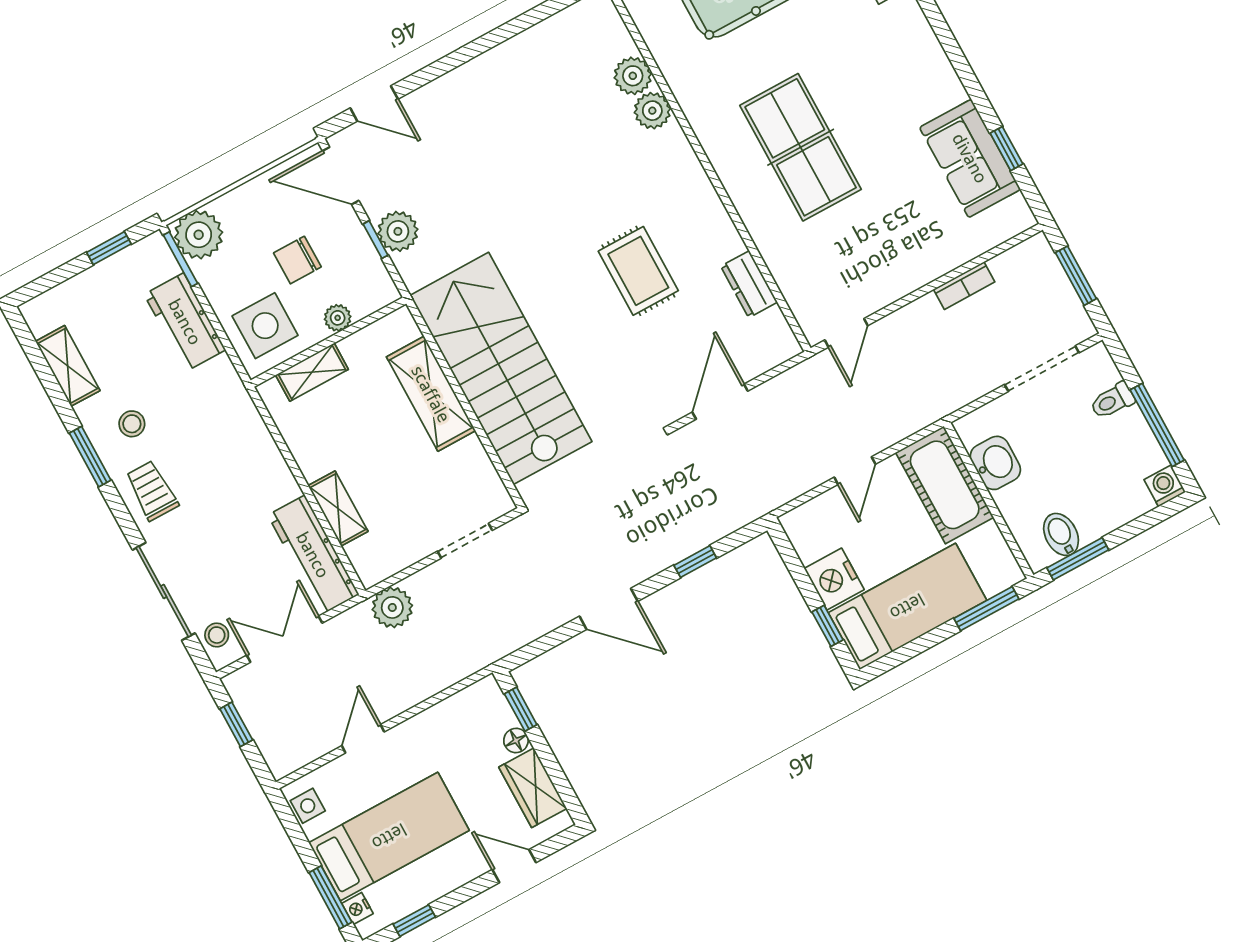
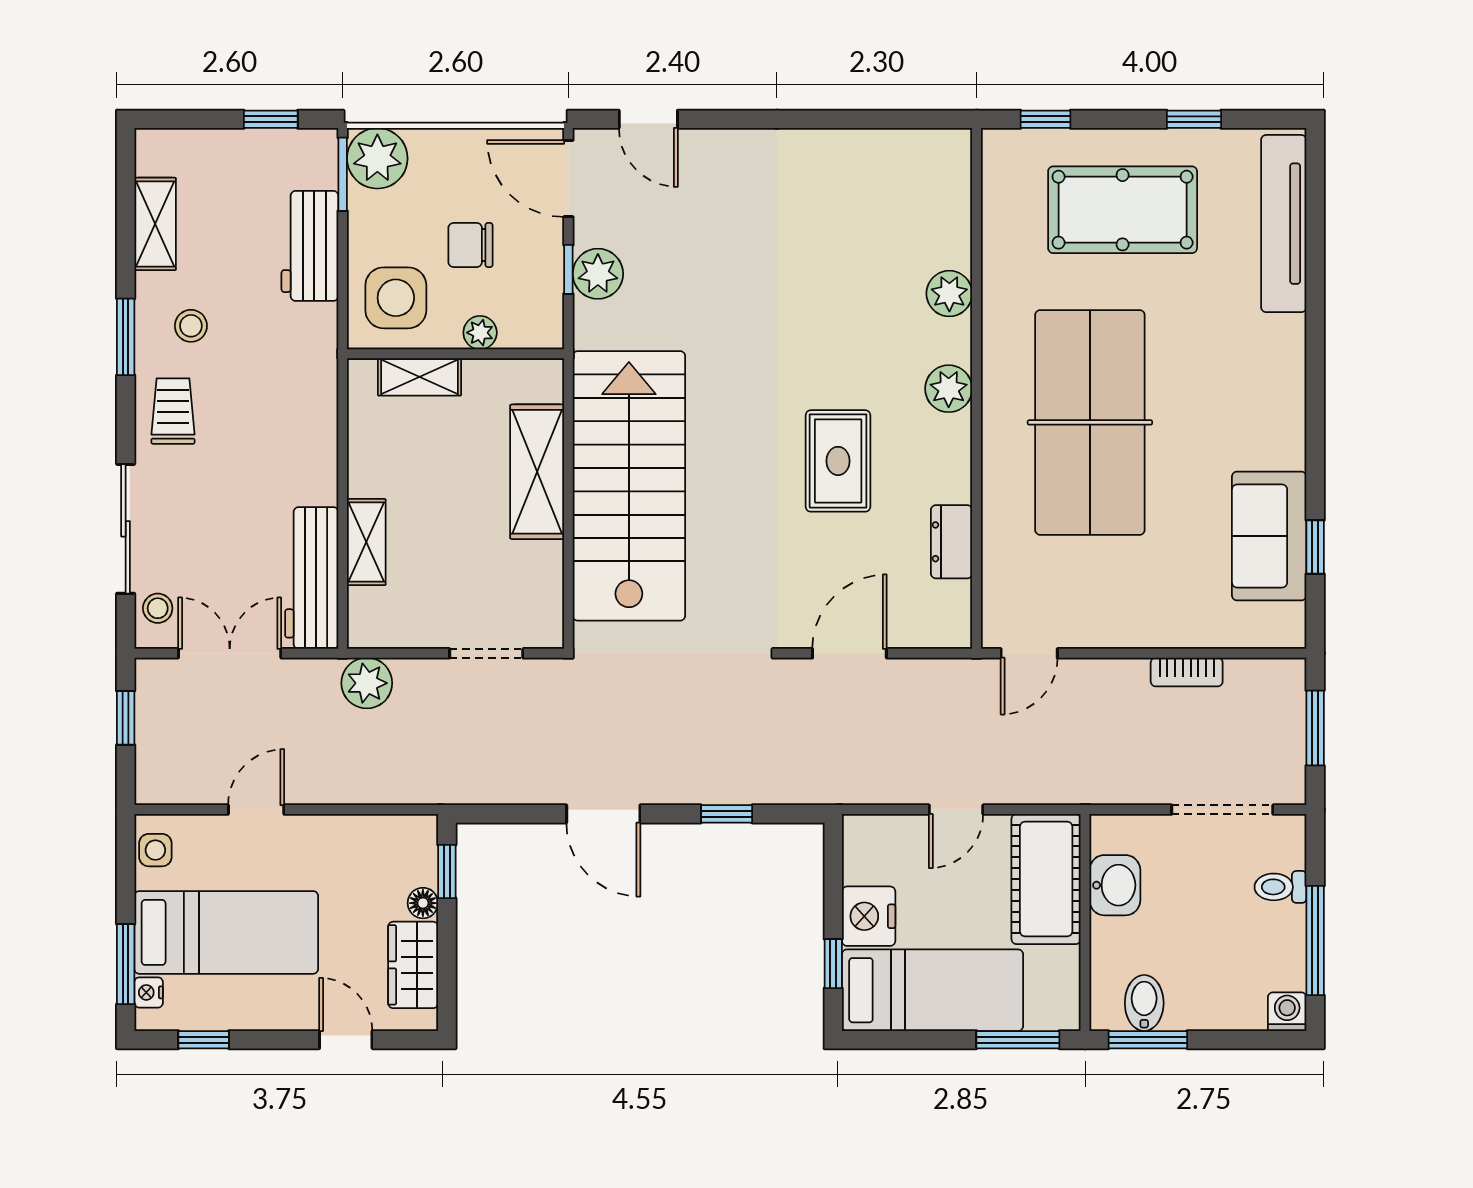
plant: (633, 76) -> (949, 389), moved
table tennis table: (801, 147) -> (1090, 422), width x1.36, depth x1.32

